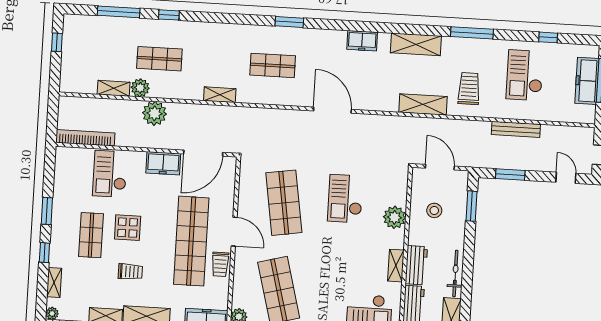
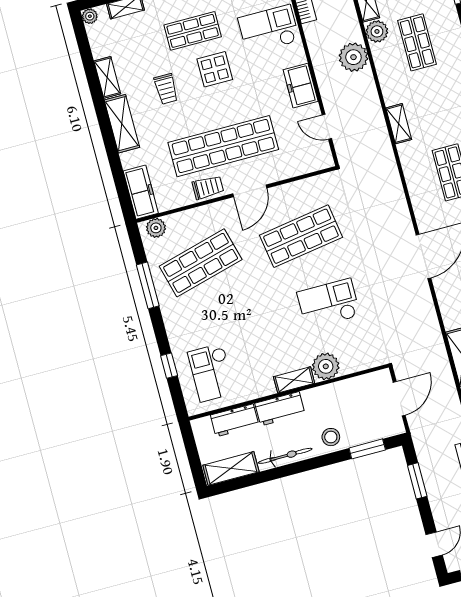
door: (203, 153) -> (327, 127), width x0.53
stool: (434, 210) -> (331, 437), moved
trolley: (220, 264) -> (208, 187), turned 180
shelving: (396, 266) -> (294, 380), moved

